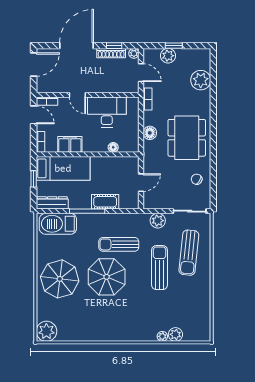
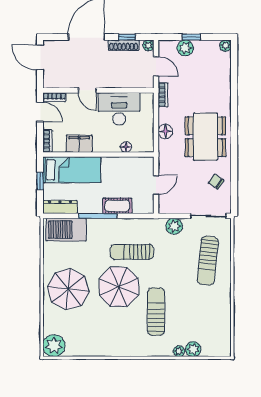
door: (34, 64) -> (40, 57), swing flipped
plant: (201, 80) -> (225, 46), moved, width x0.53, depth x0.53
sun lounger: (160, 268) -> (156, 312), moved

